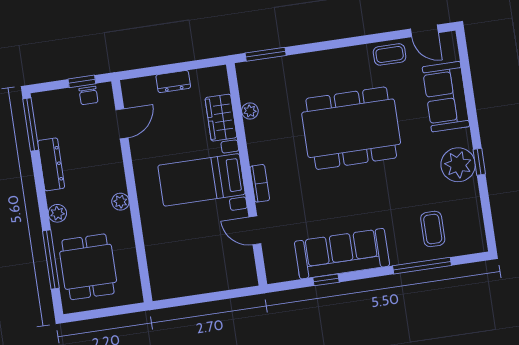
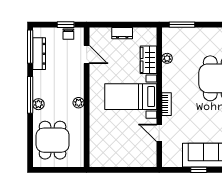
door: (122, 124) -> (87, 55), hinge flipped
dresser: (51, 164) -> (39, 54), moved
window: (51, 259) -> (30, 95), moved

